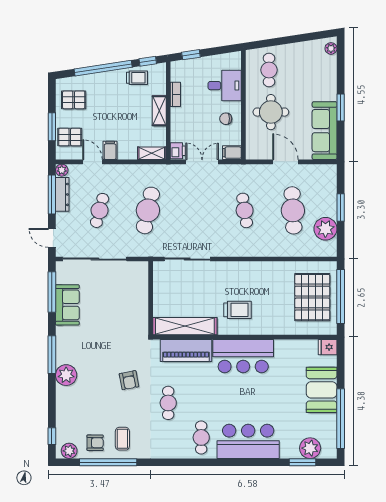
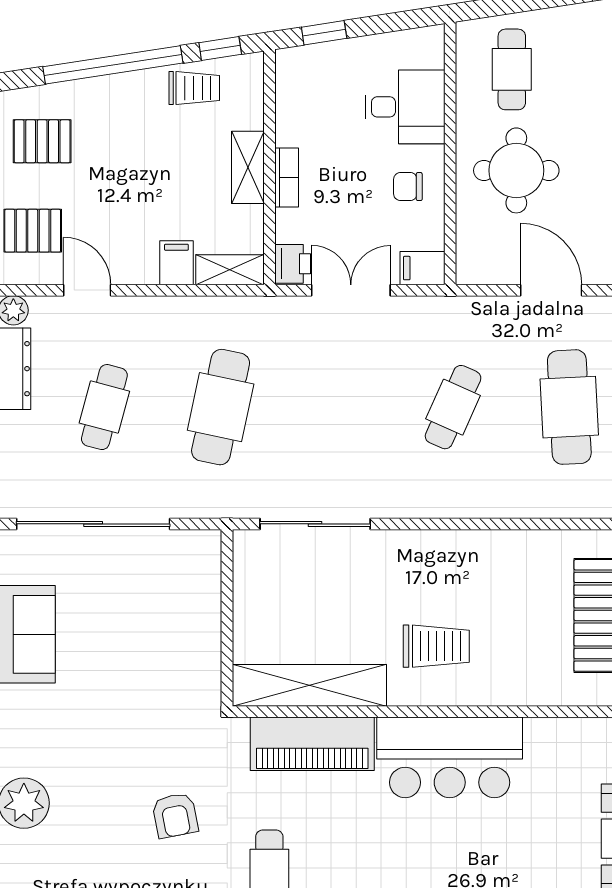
bookcase: (175, 94) -> (287, 178), moved
filing cabinet: (110, 150) -> (176, 263), moved
cafe table: (245, 210) -> (453, 407), turned 33

